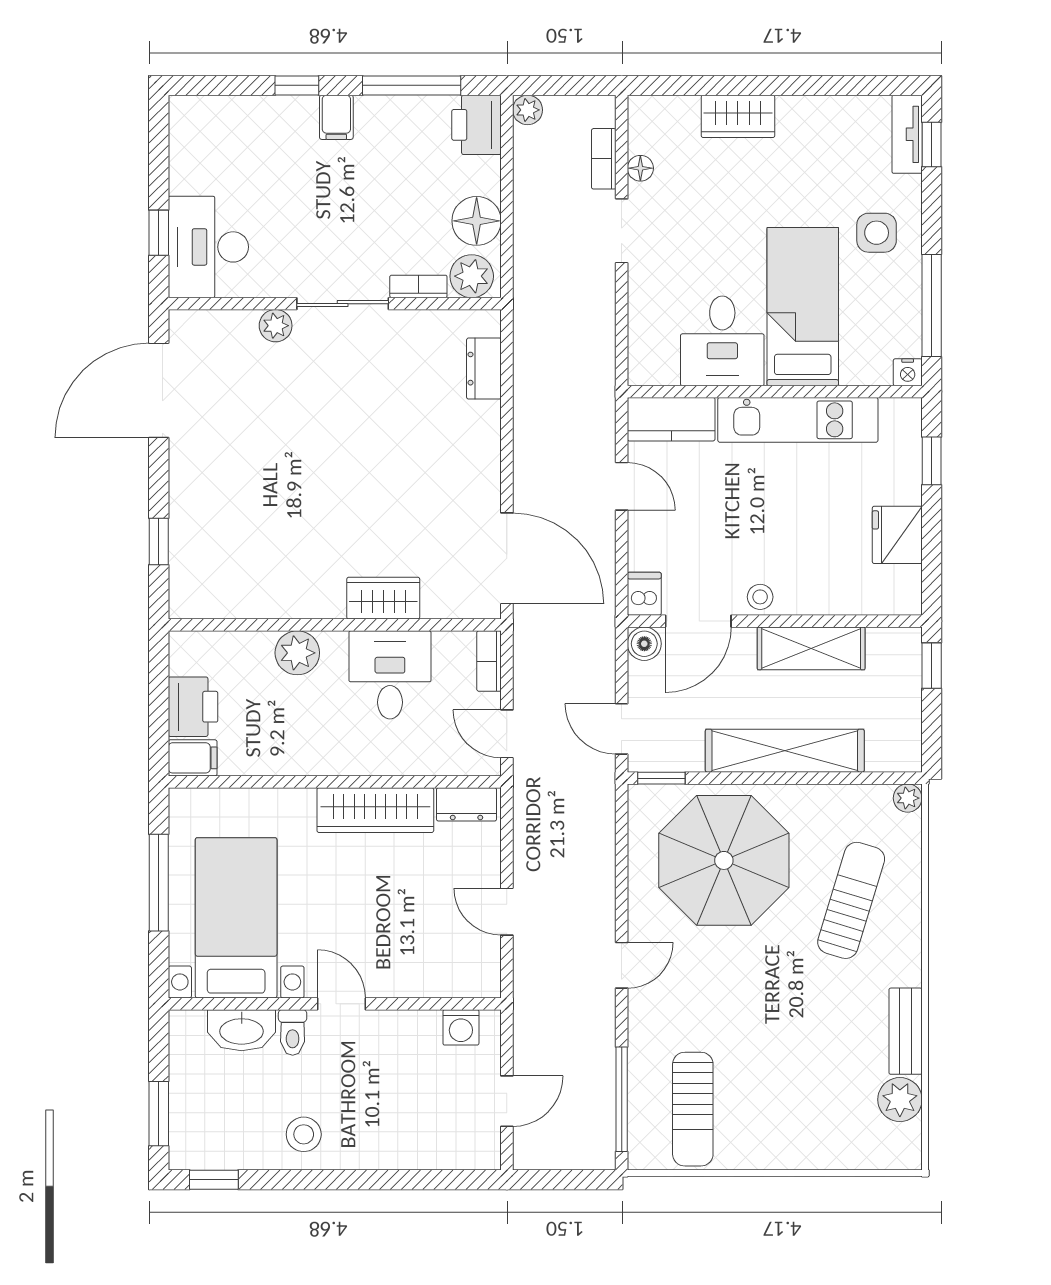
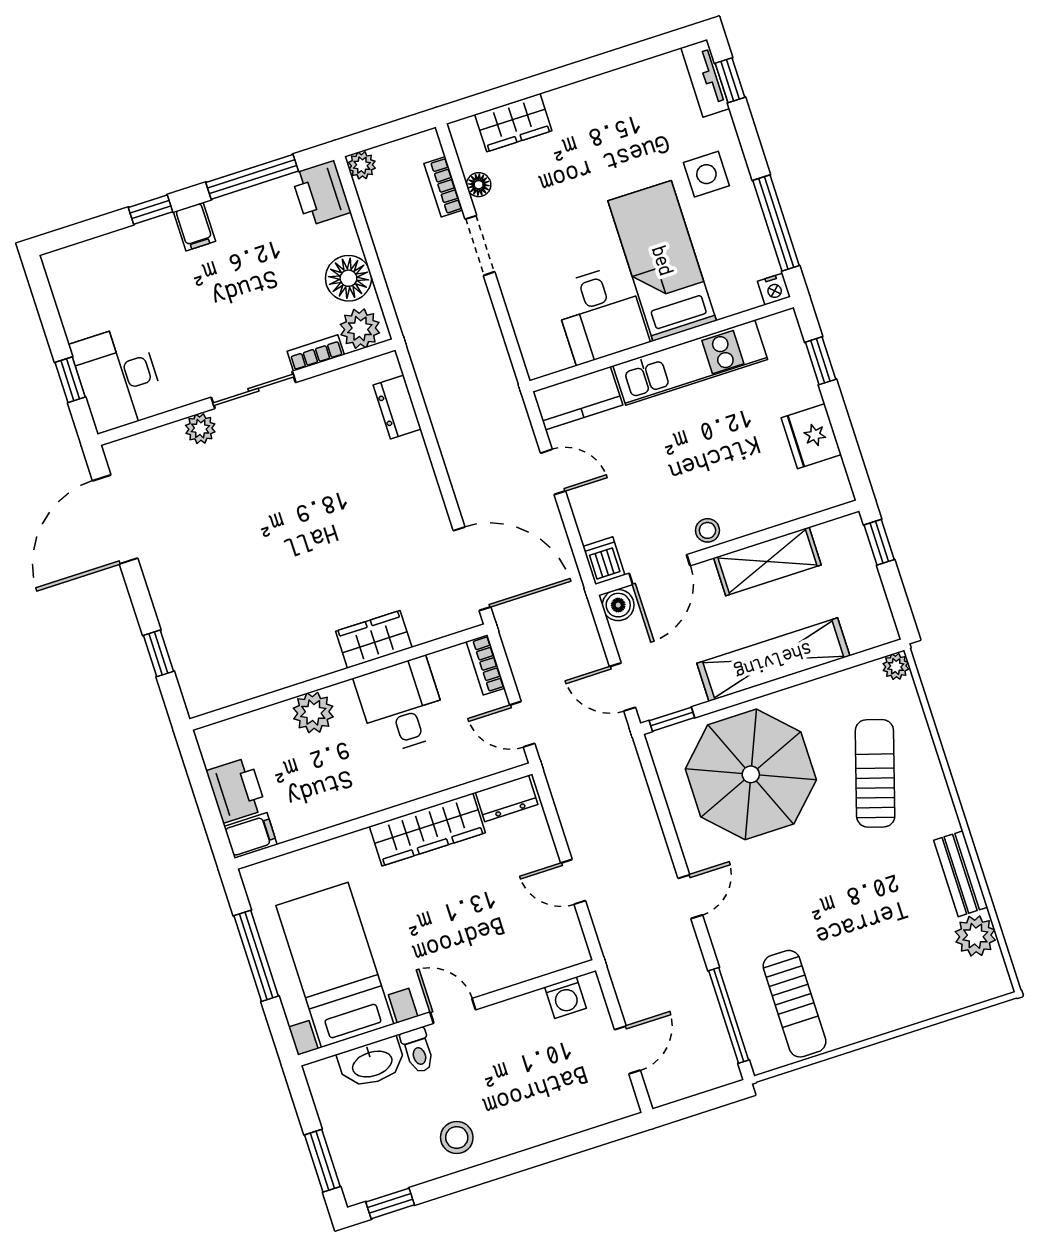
wardrobe: (738, 116) -> (513, 123), moved

